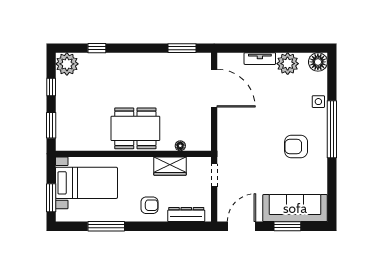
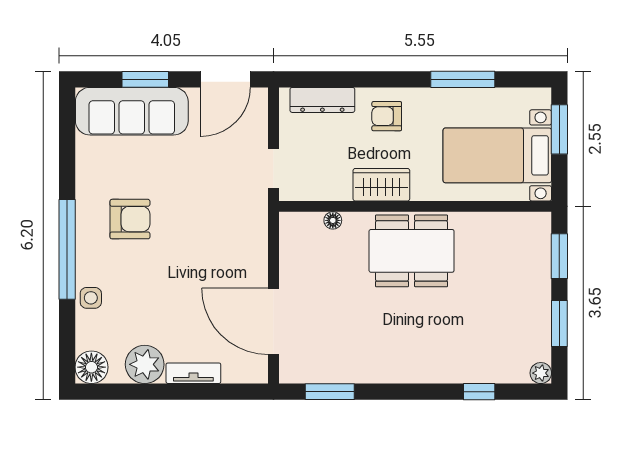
plant: (67, 64) -> (541, 373), width x0.53, depth x0.53
window: (51, 87) -> (559, 323), width x1.50
wardrobe: (170, 166) -> (381, 185), moved

